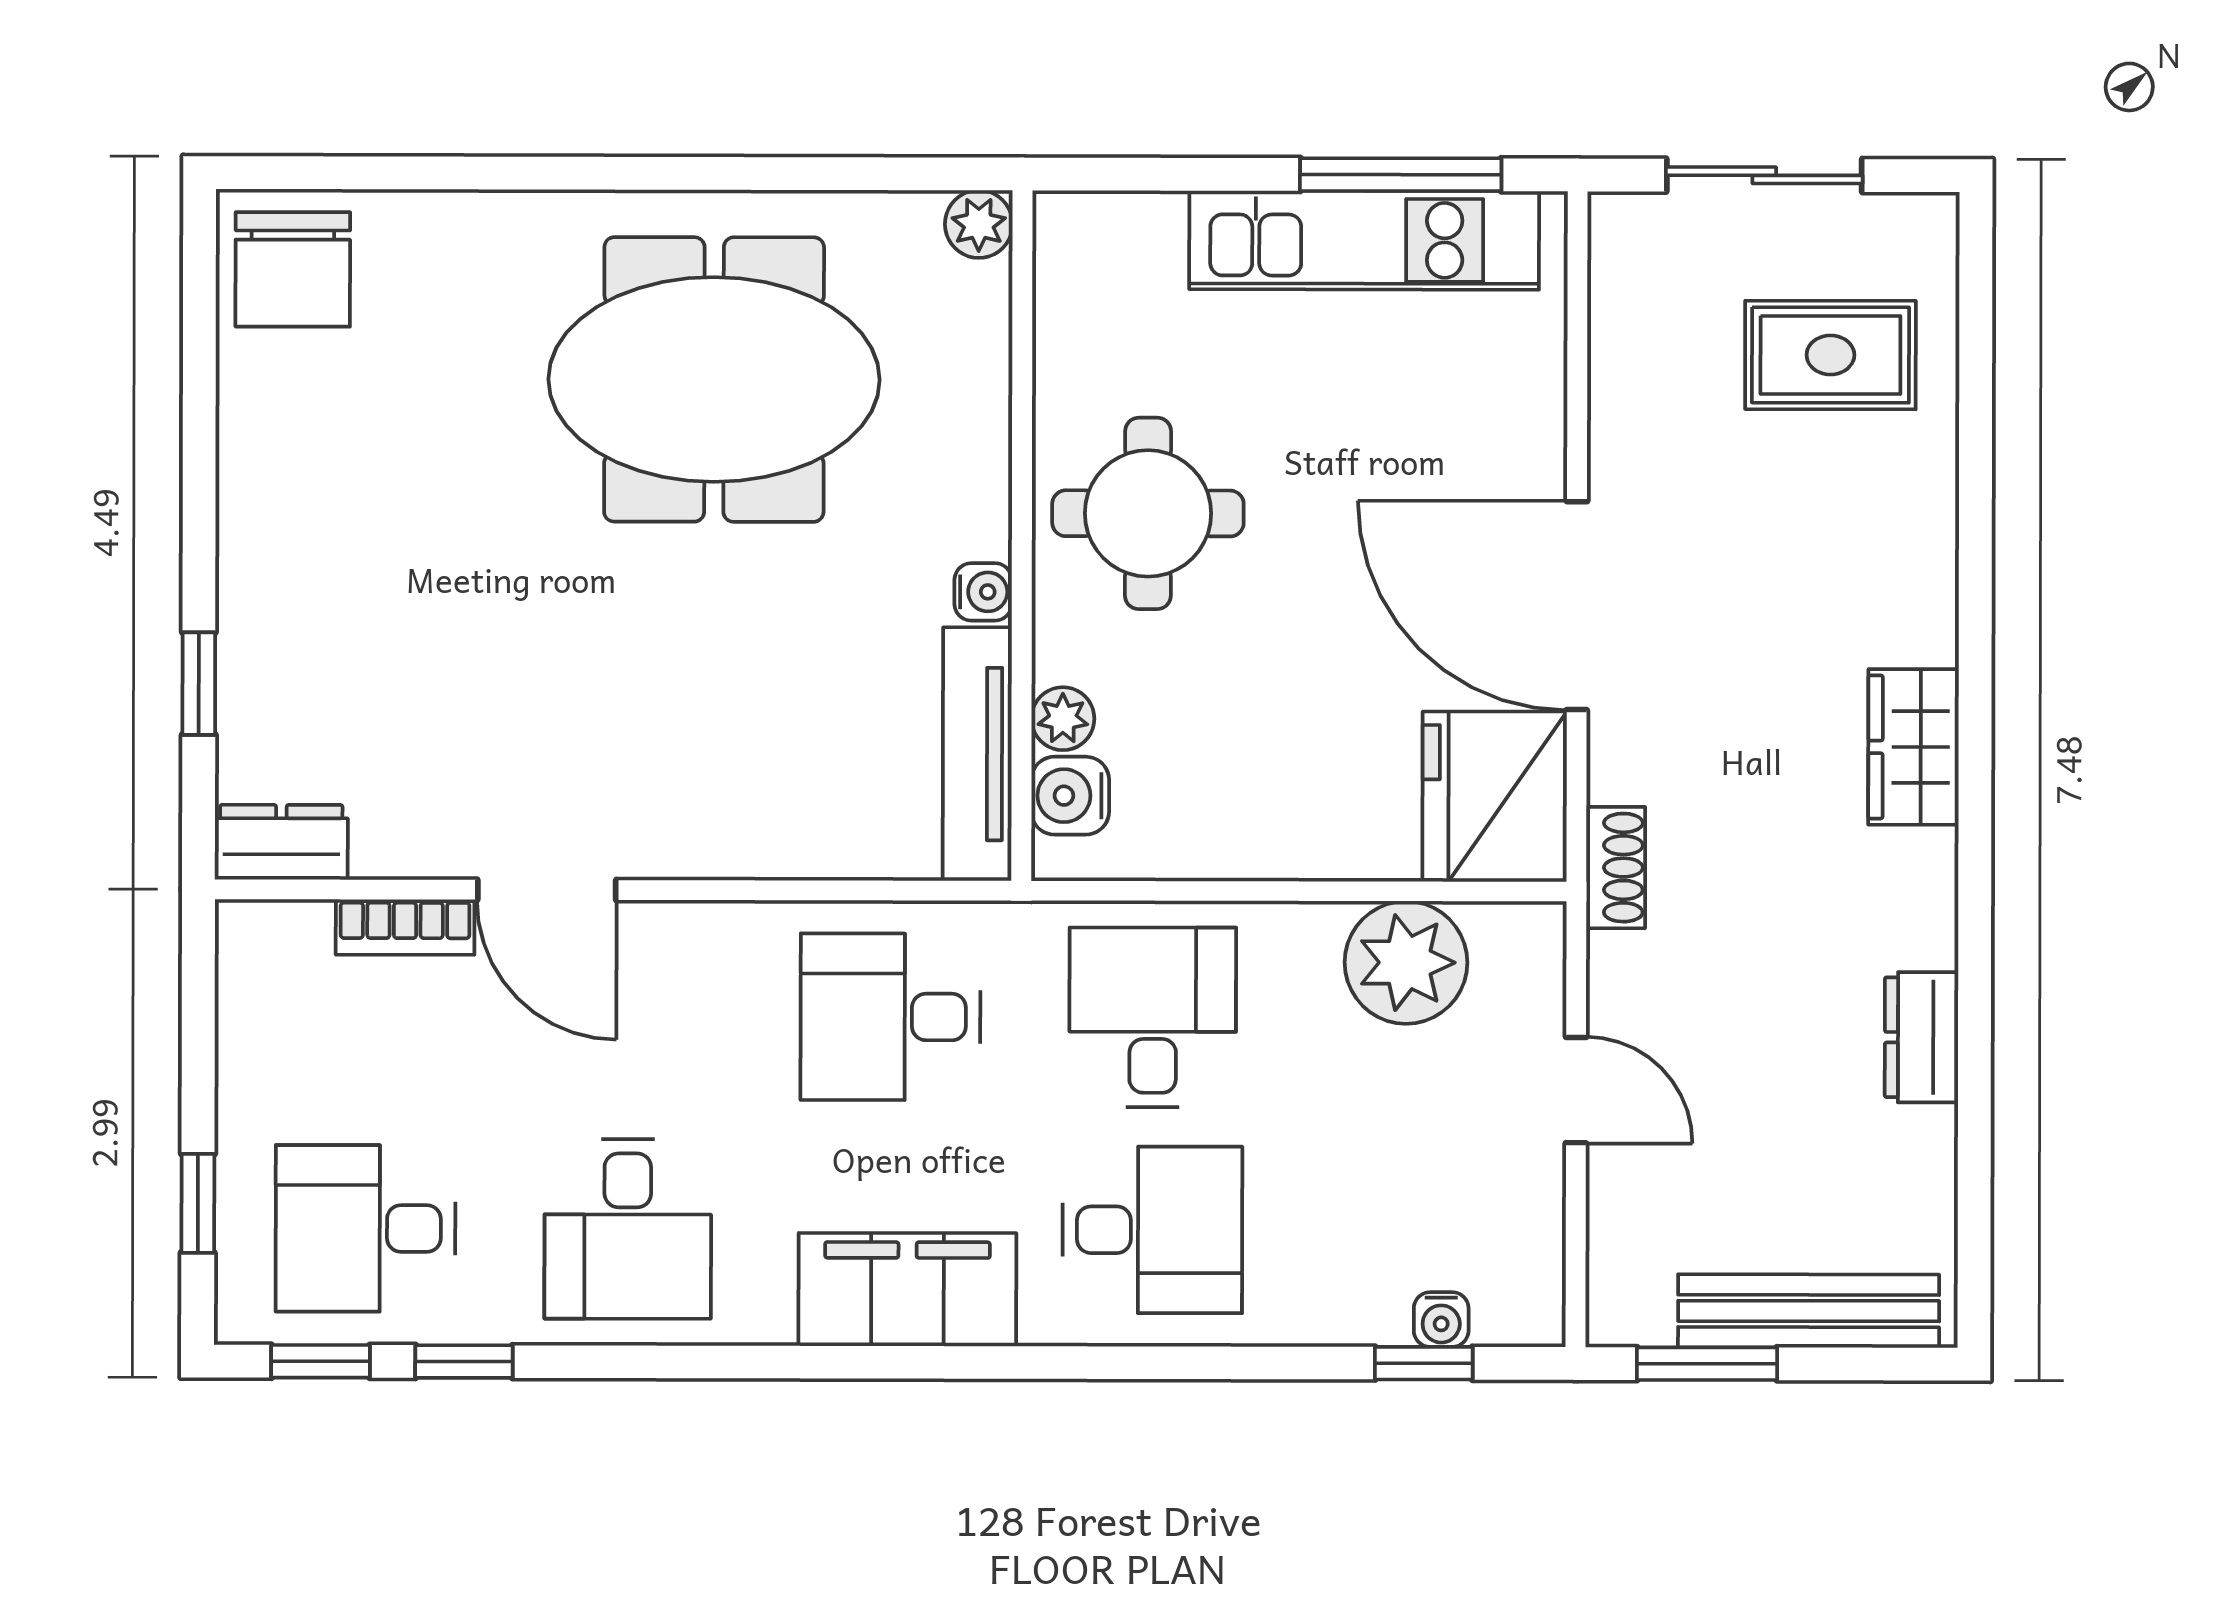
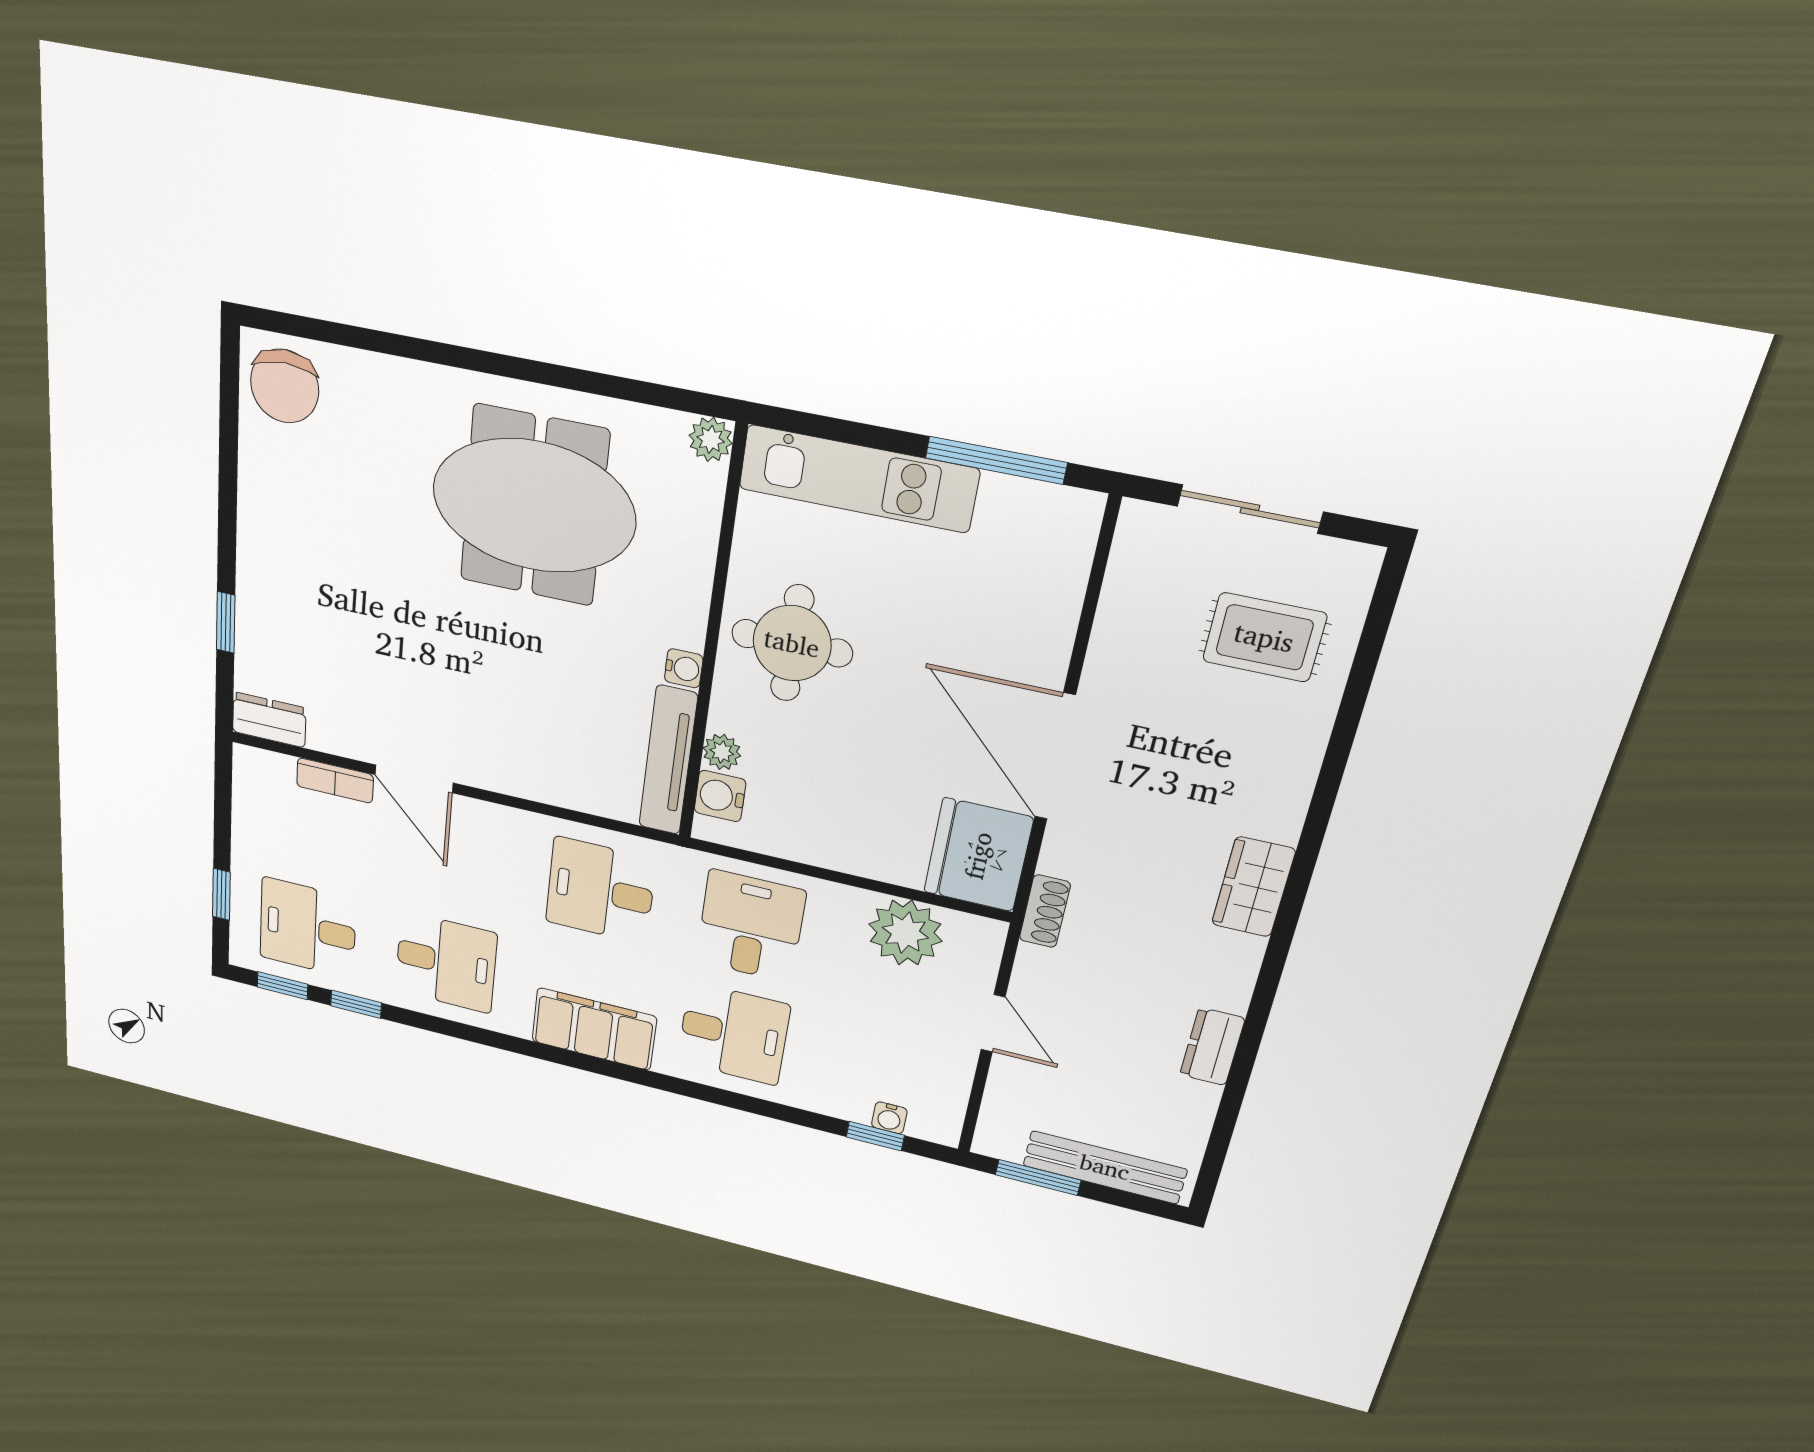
kitchen unit: (1364, 240) -> (858, 479), moved
desk: (628, 1229) -> (446, 962), turned -90

